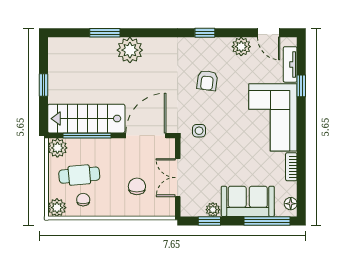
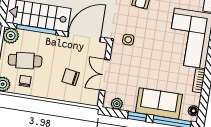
chair: (137, 186) -> (71, 77), turned -81
plant: (213, 210) -> (117, 104), moved
window: (209, 221) -> (137, 116), moved

